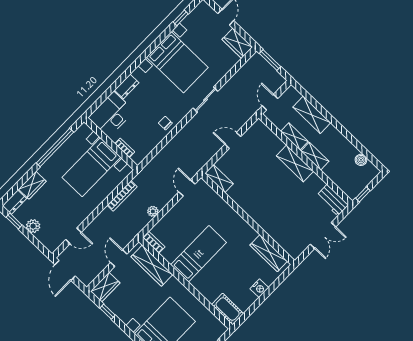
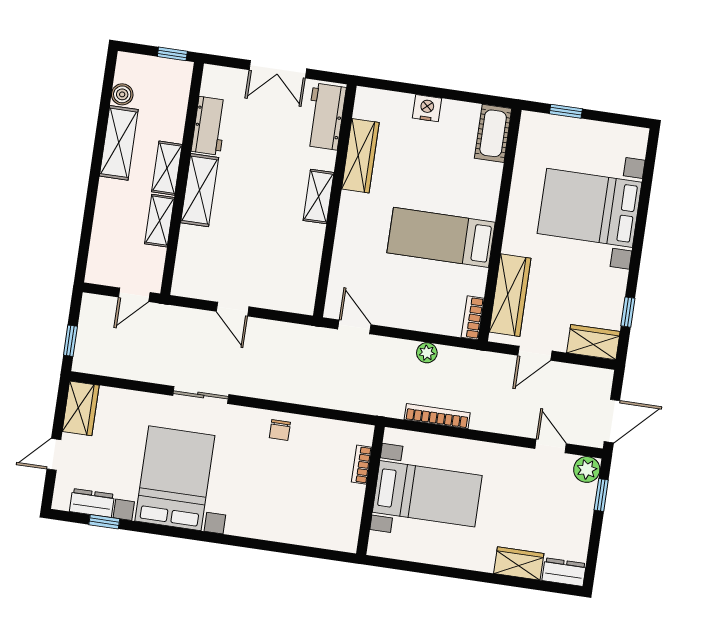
window: (270, 60) -> (70, 341), width x0.67
dresser: (127, 86) -> (92, 503), moved
desk: (111, 114) -> (326, 521), removed
shelving: (312, 115) -> (119, 143), moved
window: (55, 147) -> (437, 570), removed
shelving: (219, 179) -> (319, 197), moved
door: (187, 188) -> (354, 327), swing flipped
workbench: (333, 200) -> (209, 126), moved
window: (14, 221) -> (601, 495), moved
plant: (33, 226) -> (587, 469), moved
double door: (323, 235) -> (278, 69), swing flipped
workbench: (288, 241) -> (325, 116), added
wardrobe: (269, 253) -> (360, 156), moved

